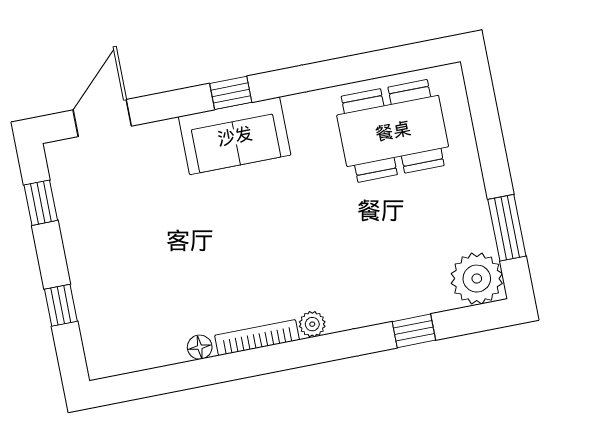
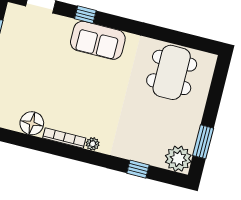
window: (231, 93) -> (85, 15), moved
dining table: (393, 131) -> (172, 72), turned 90
floor lamp: (200, 347) -> (32, 123), width x1.89, depth x1.89

